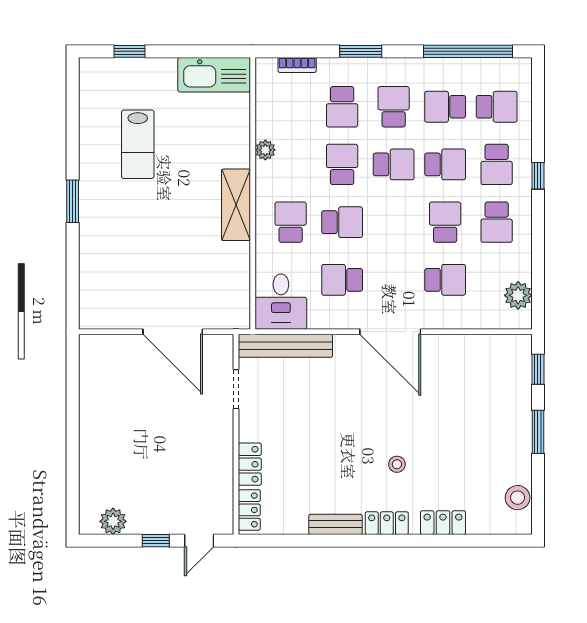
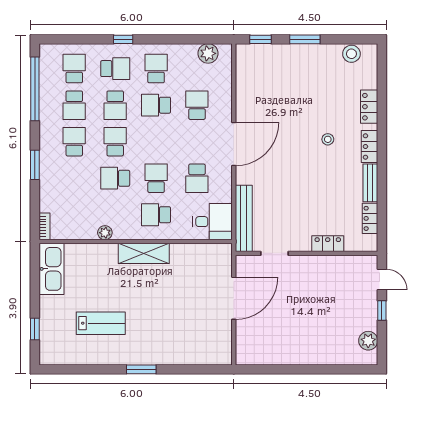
bookcase: (297, 65) -> (45, 226), moved
school desk: (342, 107) -> (74, 178), removed
school desk: (394, 107) -> (74, 142), turned 90
school desk: (445, 164) -> (115, 105), turned 180
school desk: (497, 222) -> (156, 69), turned -90
locker: (249, 510) -> (370, 218), moved, turned -90

